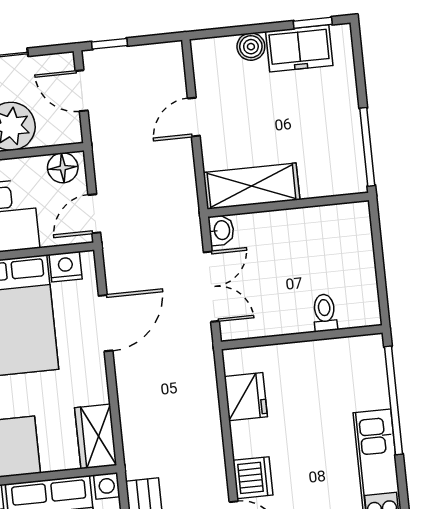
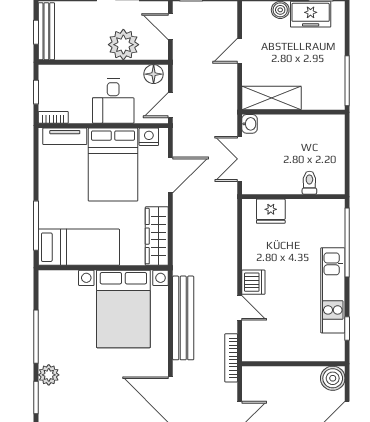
double door: (211, 287) -> (240, 159), swing flipped
fridge: (246, 397) -> (271, 211), moved, turned 90
wardrobe: (96, 436) -> (157, 236), width x1.50

